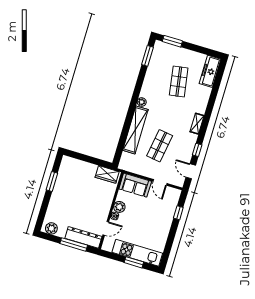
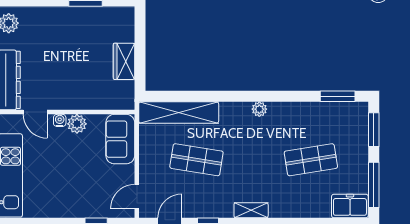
window: (203, 50) -> (374, 185), added
freezer: (210, 71) -> (350, 206), width x0.71
shelving: (135, 130) -> (179, 113), moved
wardrobe: (107, 174) -> (124, 61), moved
door: (160, 182) -> (137, 197), moved

